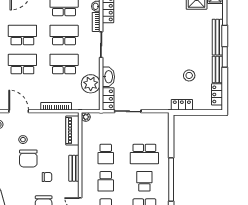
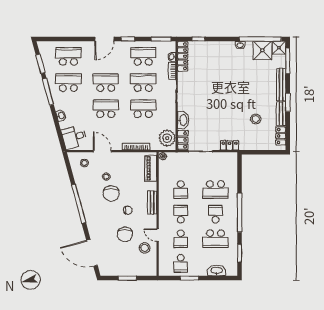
plant: (91, 84) -> (167, 138), moved
locker: (182, 105) -> (230, 145), moved
school desk: (106, 181) -> (181, 214), turned 180

